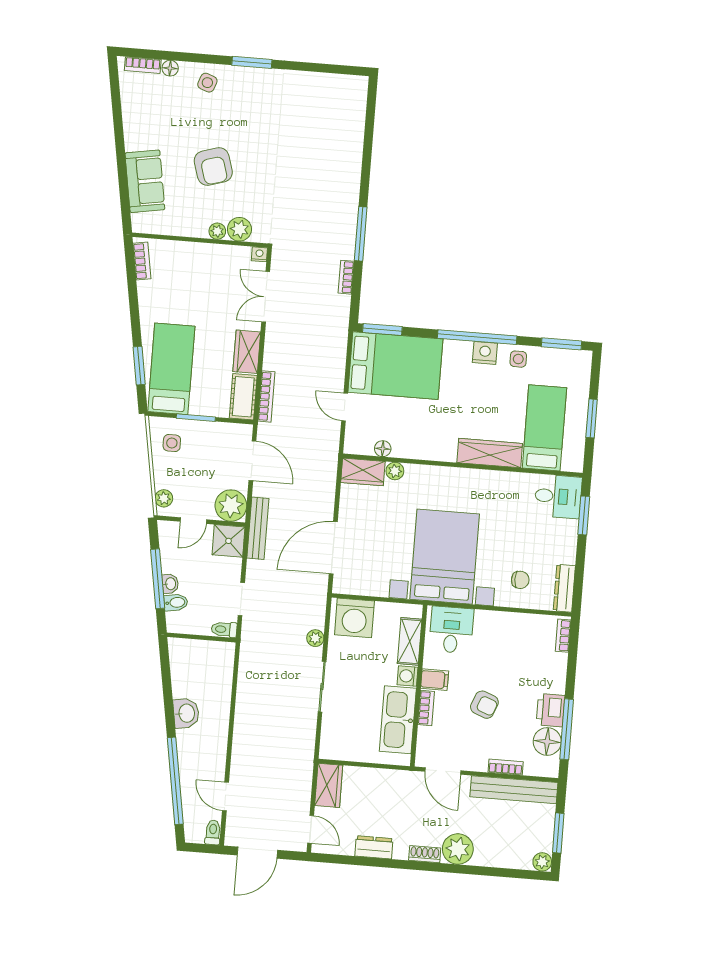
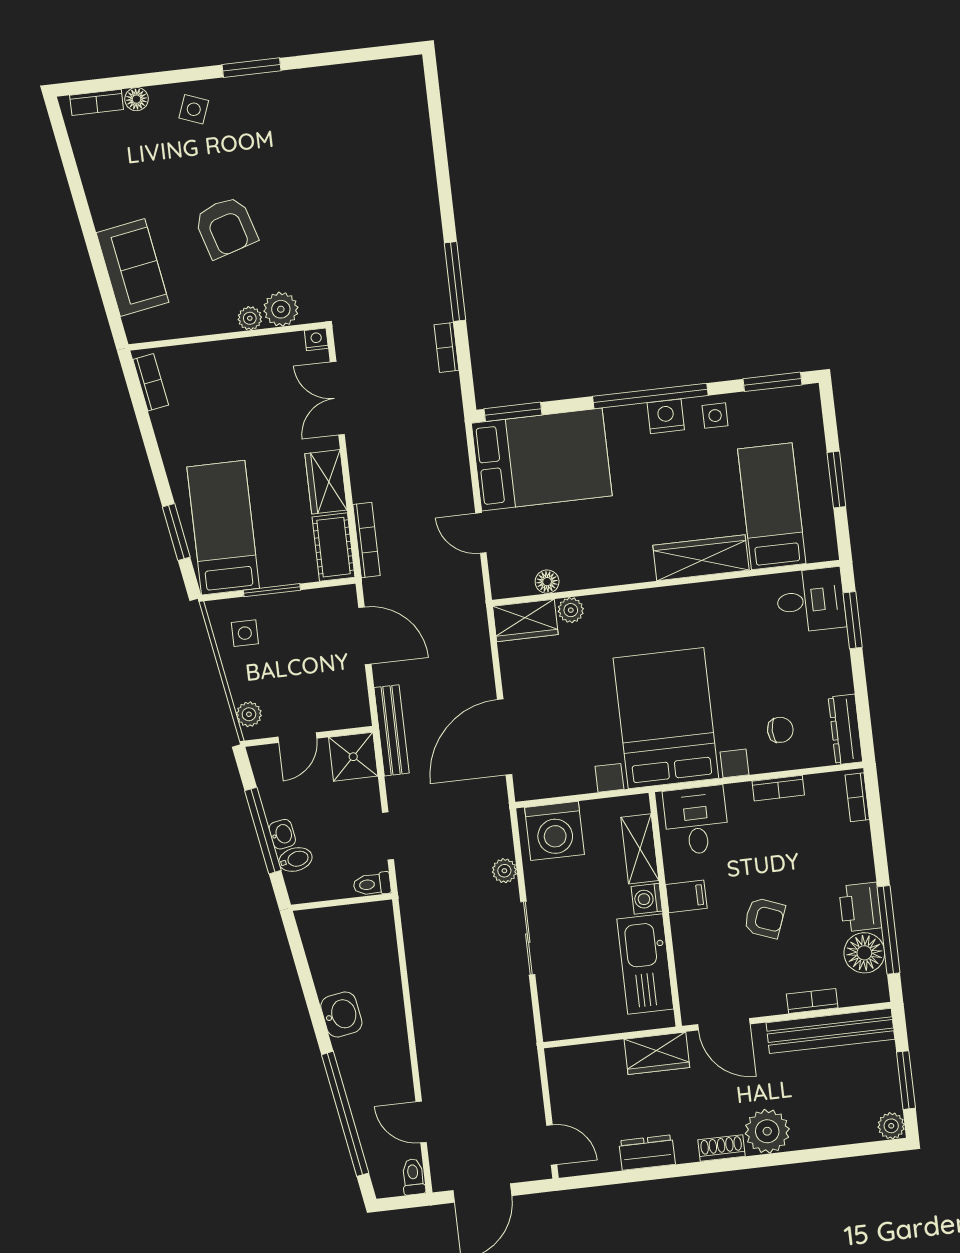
plant: (231, 506) -> (347, 706), removed
bookcase: (426, 708) -> (778, 788), moved, turned 90
wardrobe: (329, 785) -> (657, 1053), moved, turned 90

